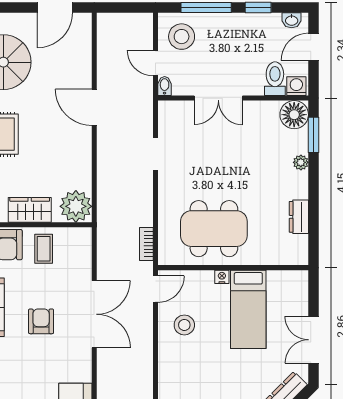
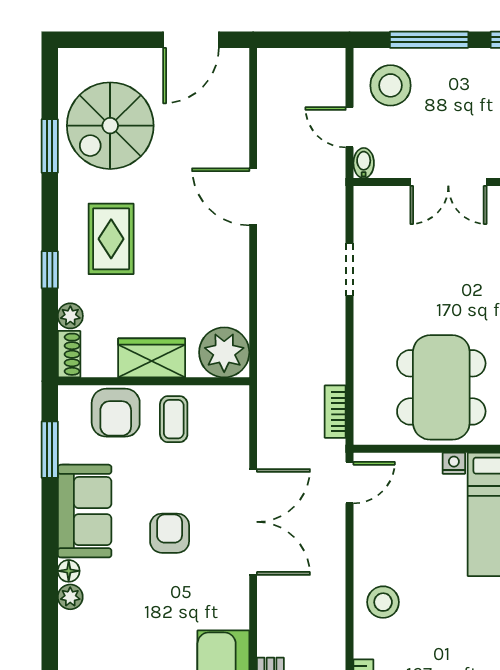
dining table: (214, 229) -> (441, 387), turned 90
stool: (184, 325) -> (383, 602), moved

